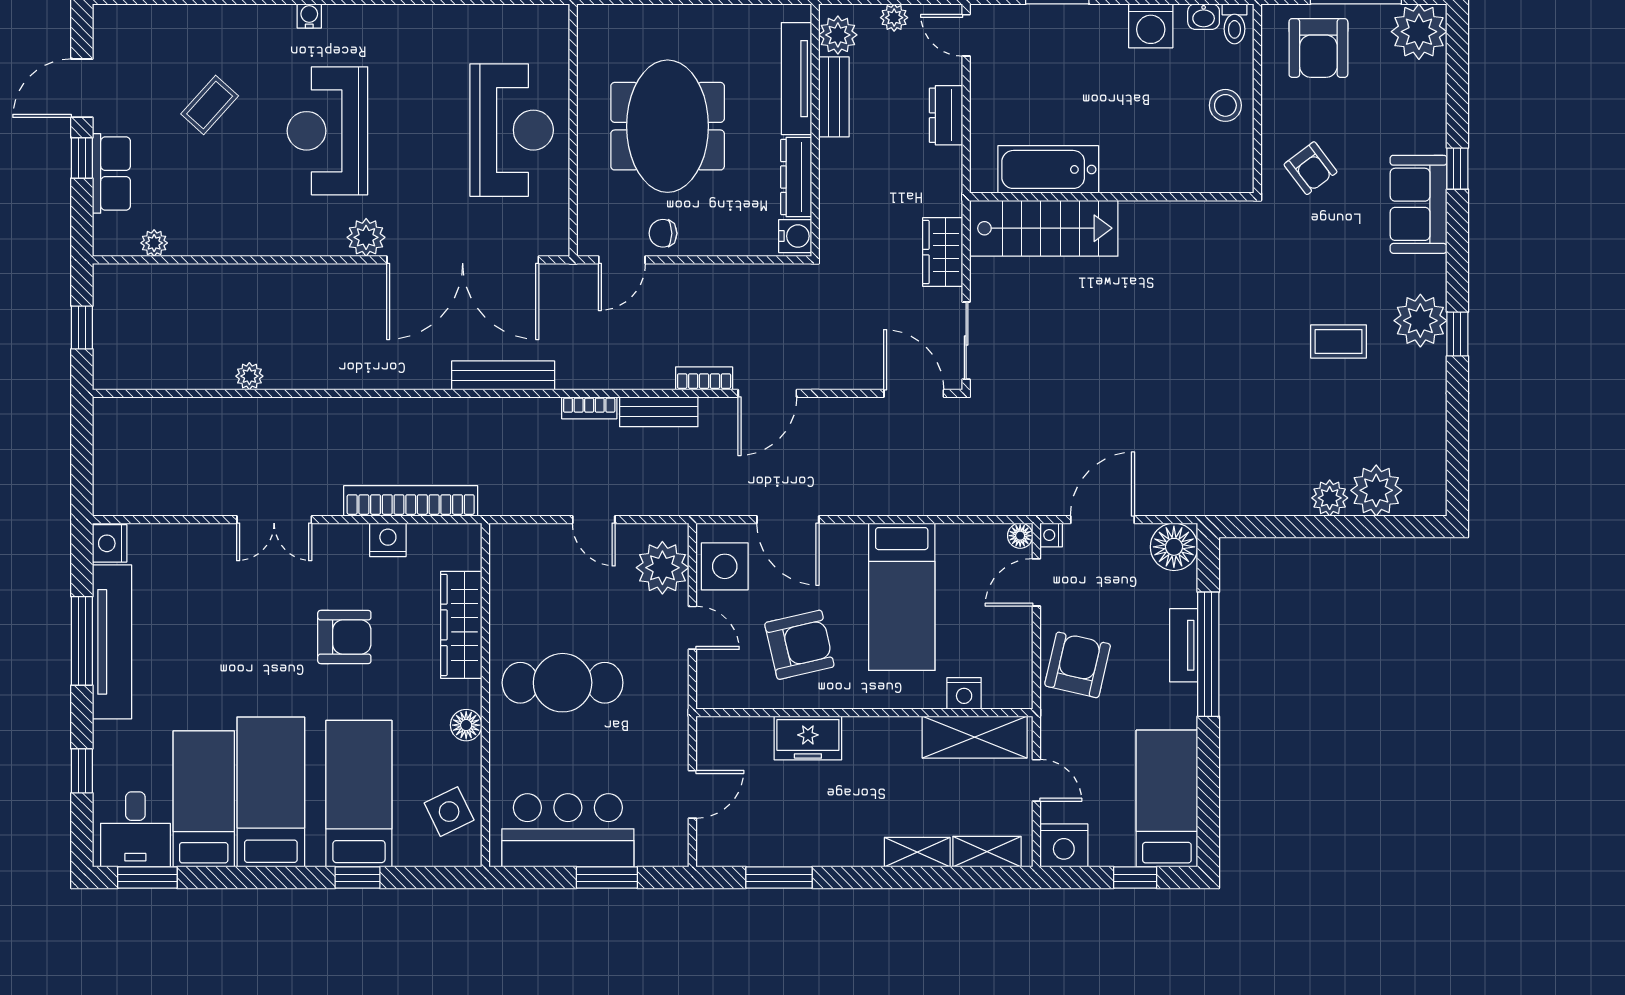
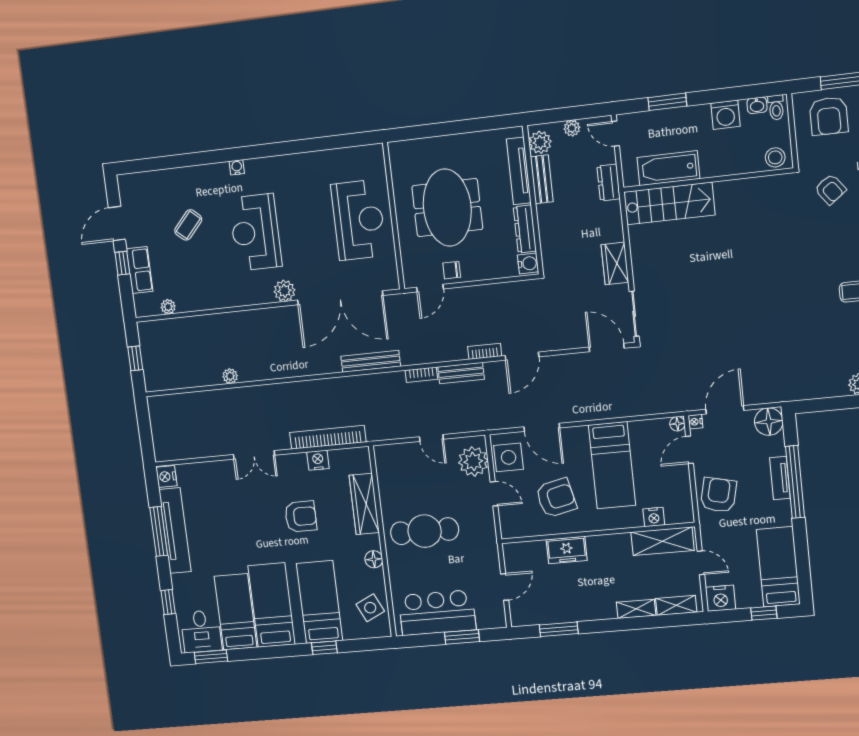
bathtub: (1048, 169) -> (668, 168), moved
wall: (1112, 197) -> (708, 180), moved
stairs: (1044, 228) -> (669, 203), moved

